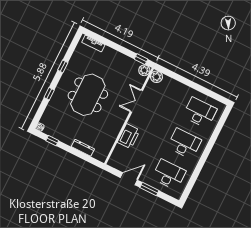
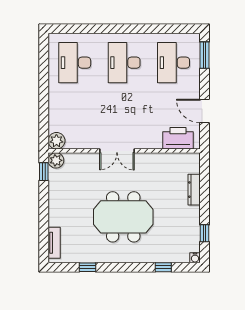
window: (63, 66) -> (88, 267), moved
window: (49, 94) -> (163, 267), moved
double door: (136, 101) -> (117, 151), moved
printer: (129, 136) -> (178, 138), moved
window: (149, 189) -> (204, 55), moved

